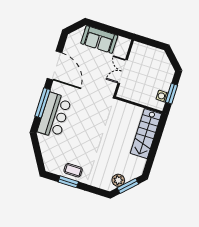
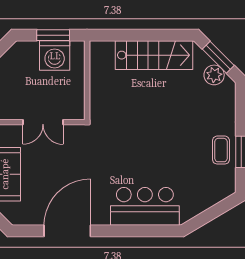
washing machine: (162, 96) -> (55, 56), width x1.89, depth x1.89
window: (43, 103) -> (131, 231), removed
stairs: (146, 134) -> (154, 55), moved

